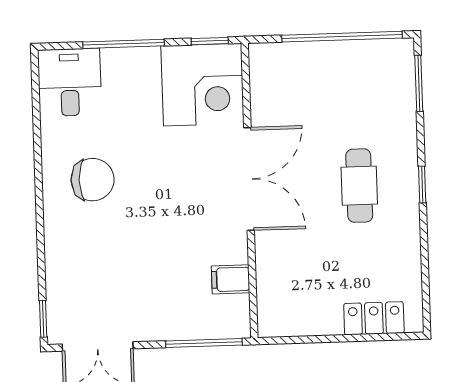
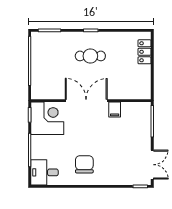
filing cabinet: (231, 279) -> (115, 110), moved

